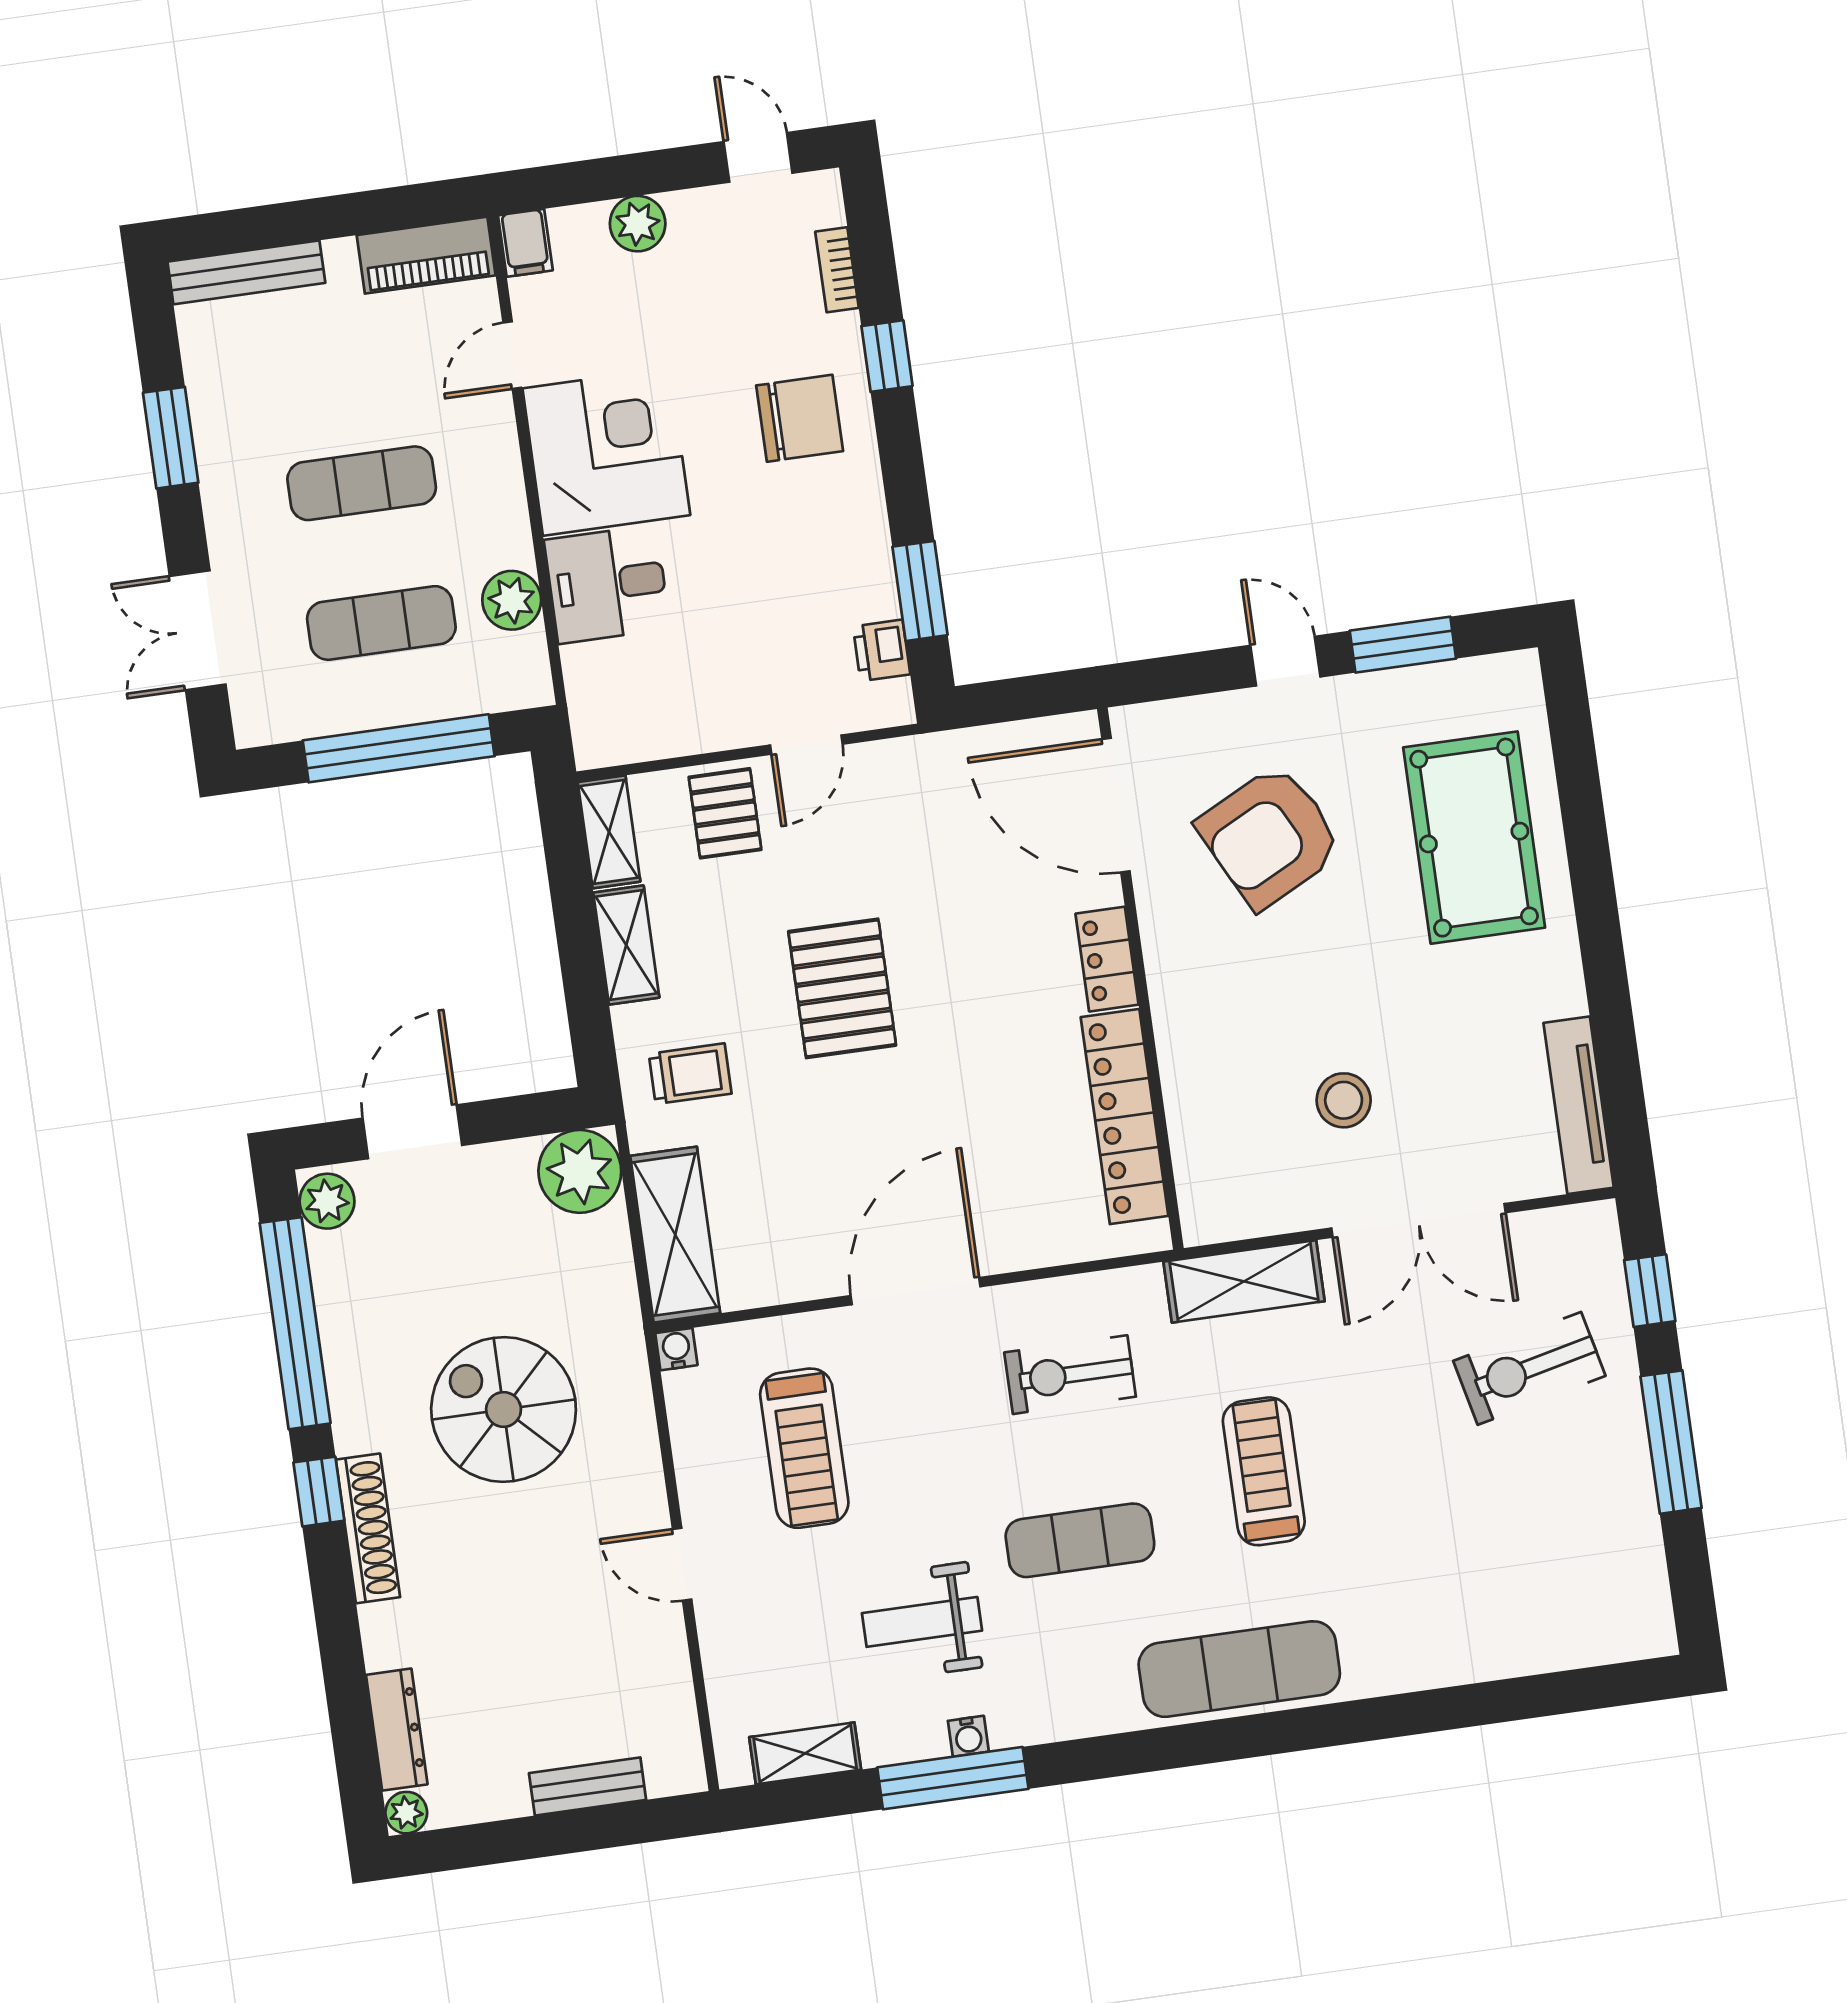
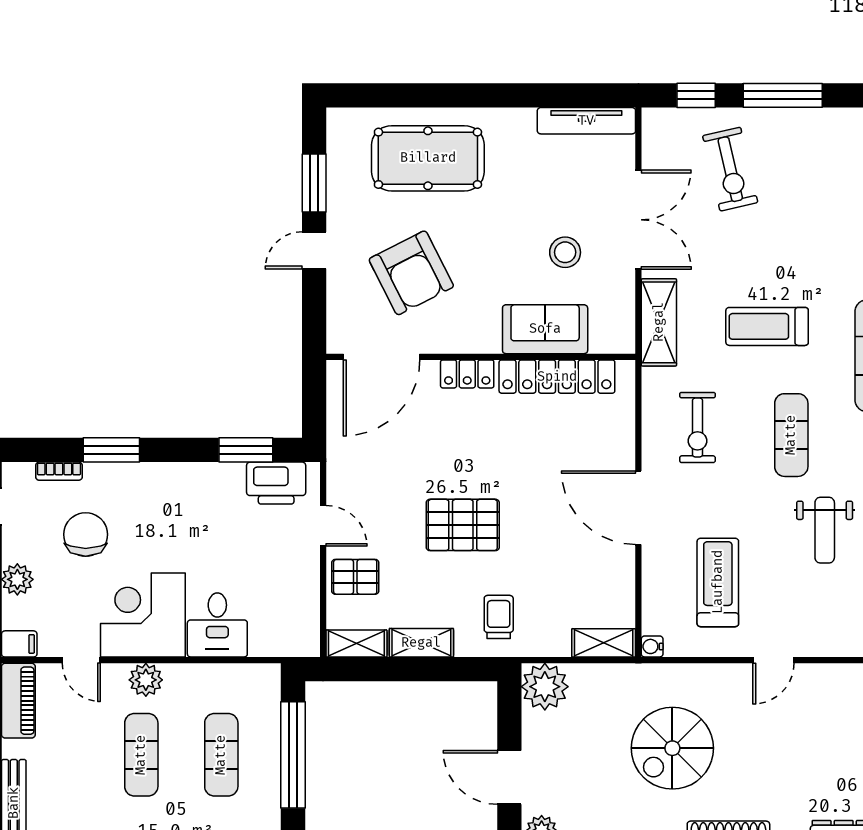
window: (887, 356) -> (111, 450), width x1.50
chair: (800, 418) -> (86, 534), moved
plant: (512, 600) -> (146, 680), moved
printer: (882, 650) -> (276, 483), width x1.87, depth x1.48
sofa: (1204, 1084) -> (545, 329), added
shelving: (675, 1235) -> (604, 643), width x0.67, depth x0.75
treadmill: (804, 1448) -> (718, 582), turned -90

